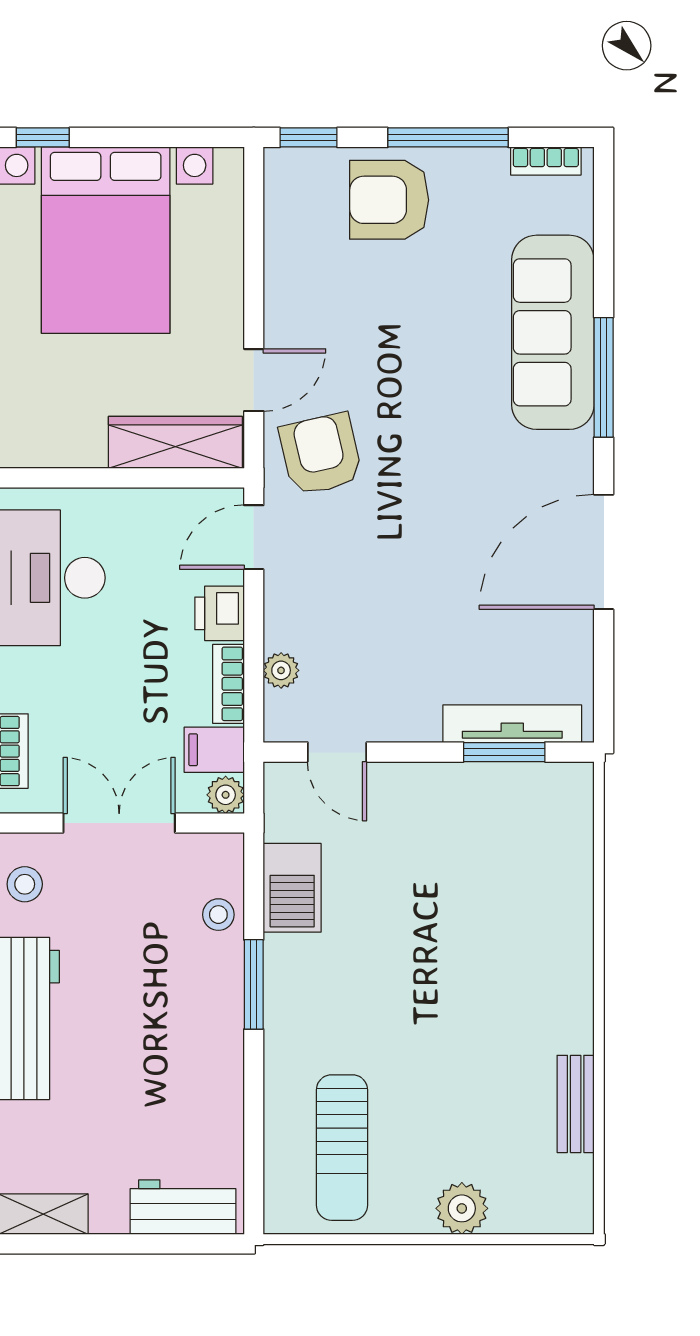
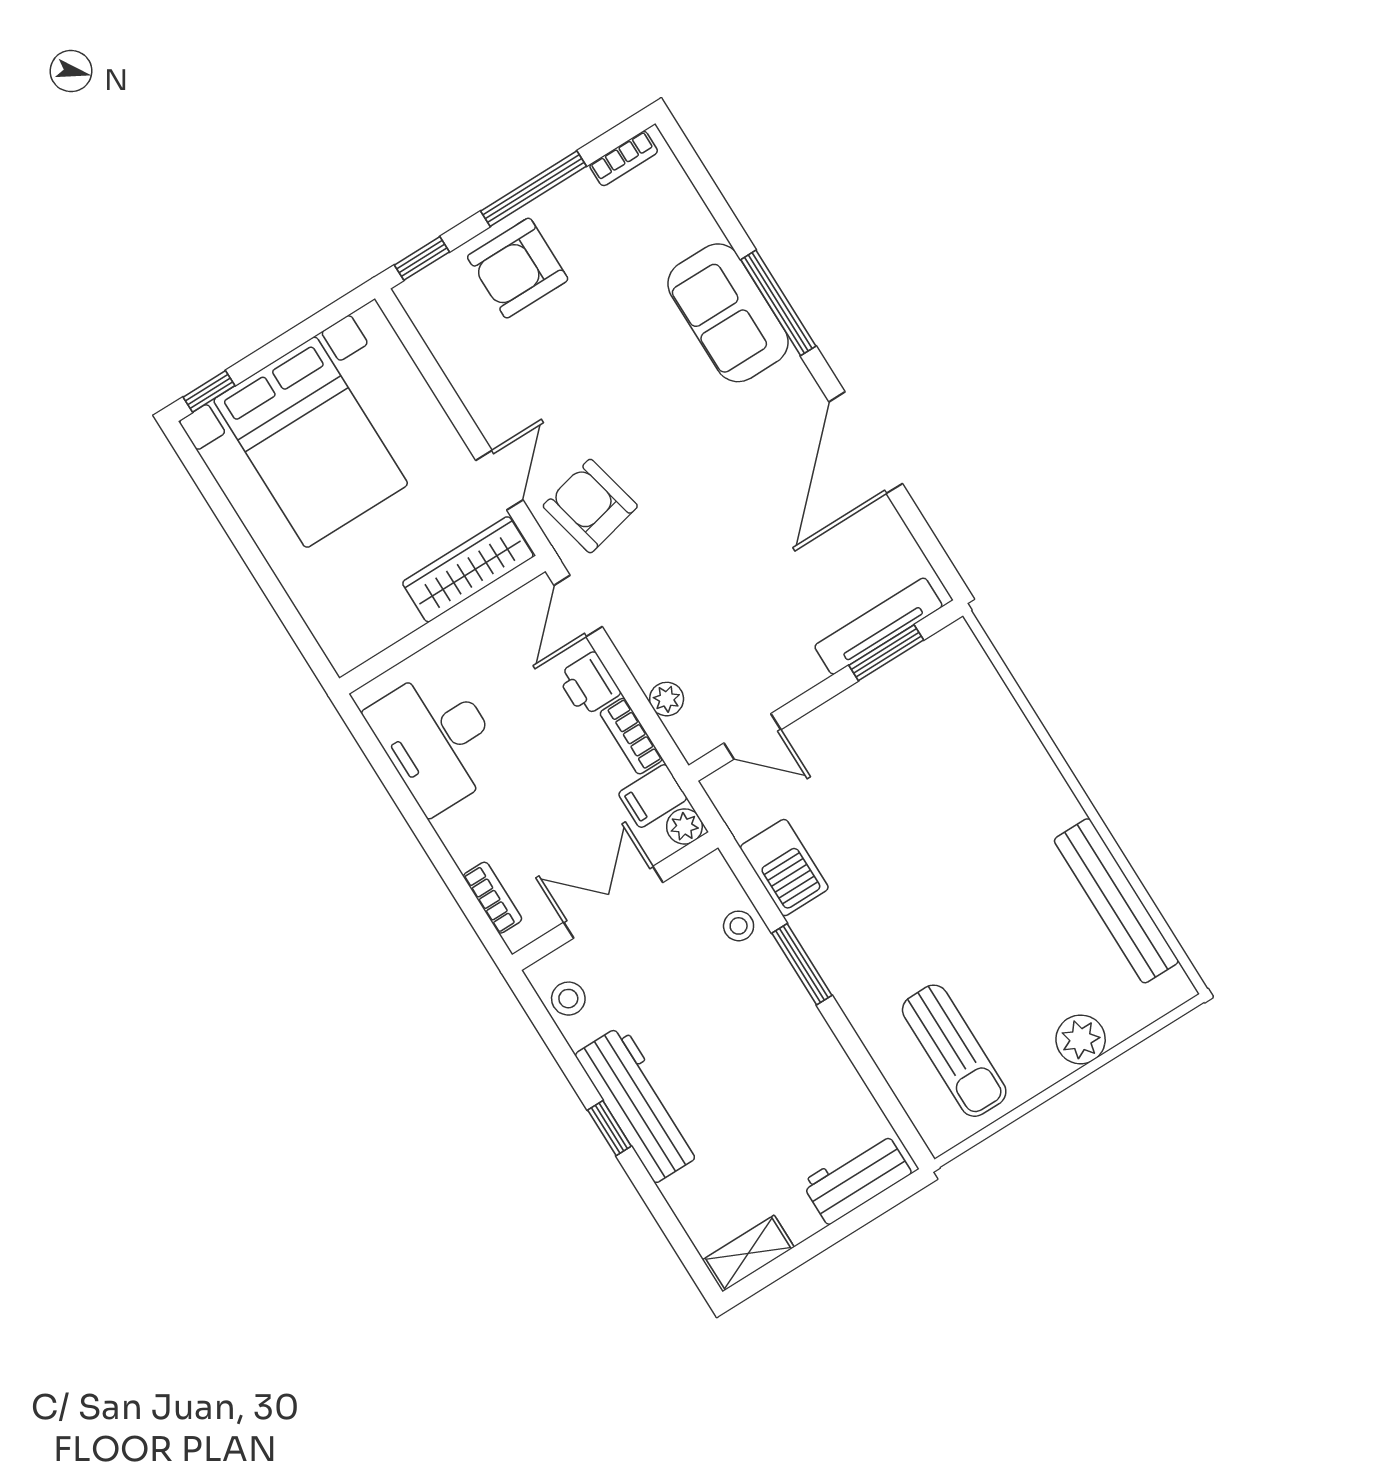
sofa: (553, 332) -> (728, 313), width x0.73
bench: (576, 1104) -> (1116, 901), width x1.86, depth x1.21

